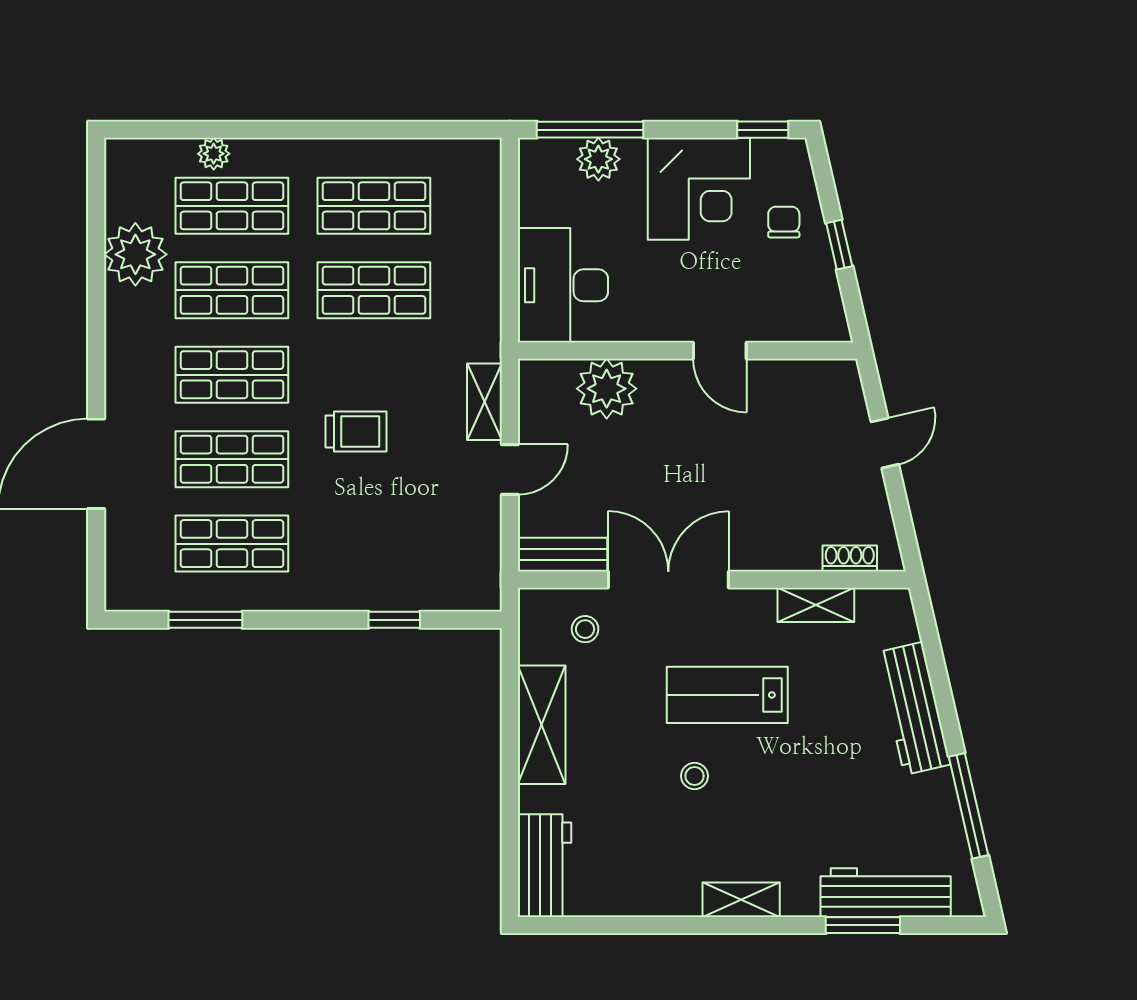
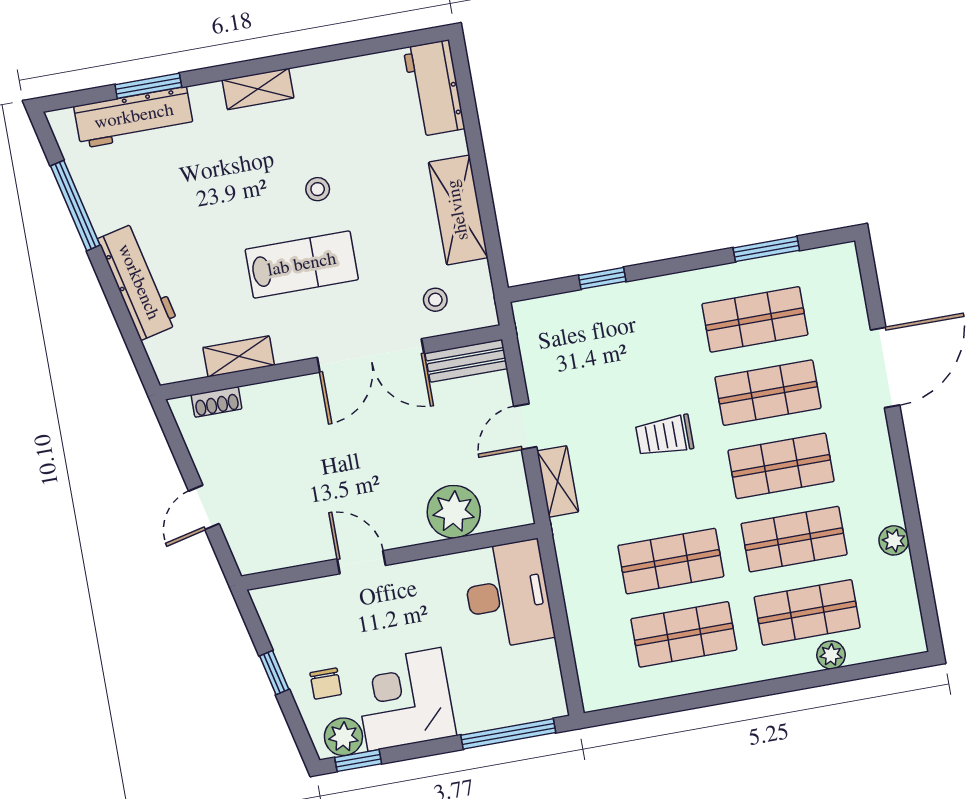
plant: (598, 159) -> (343, 737), moved
plant: (135, 254) -> (894, 540), width x0.53, depth x0.53

